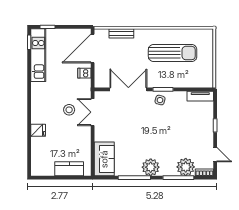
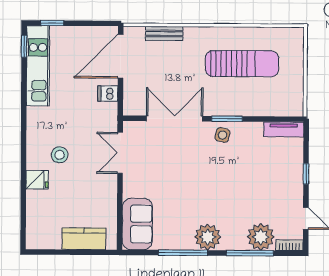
stool: (69, 110) -> (60, 155), moved

